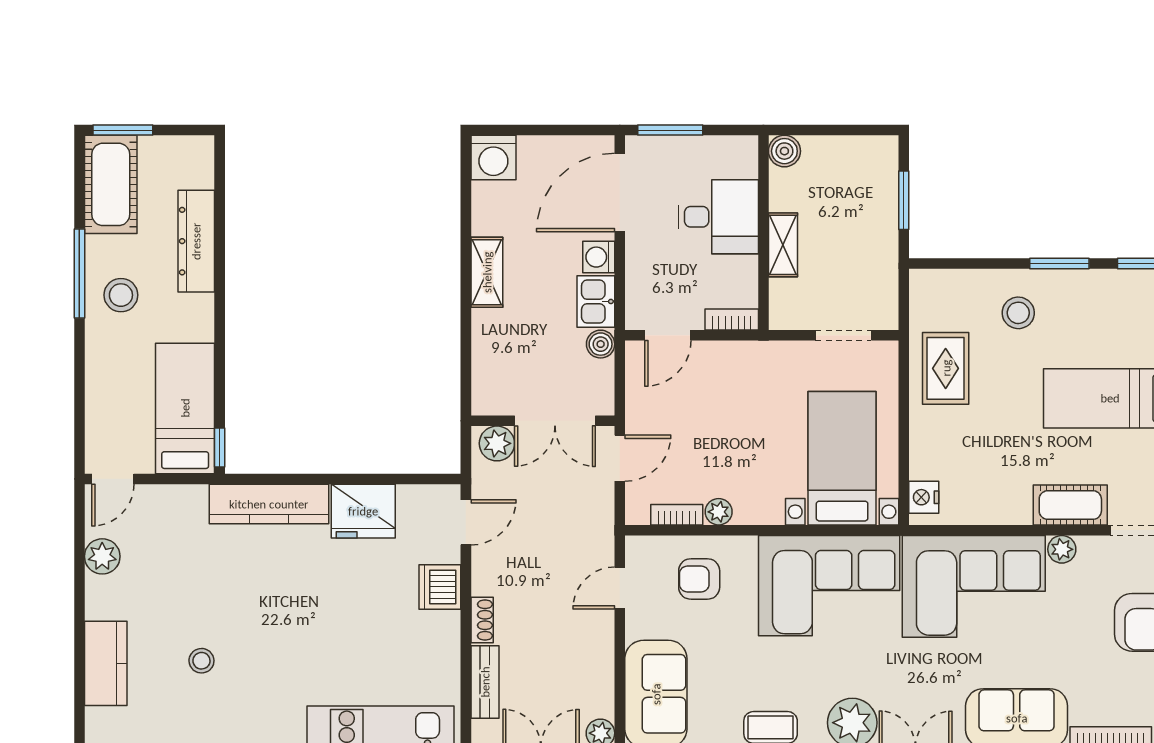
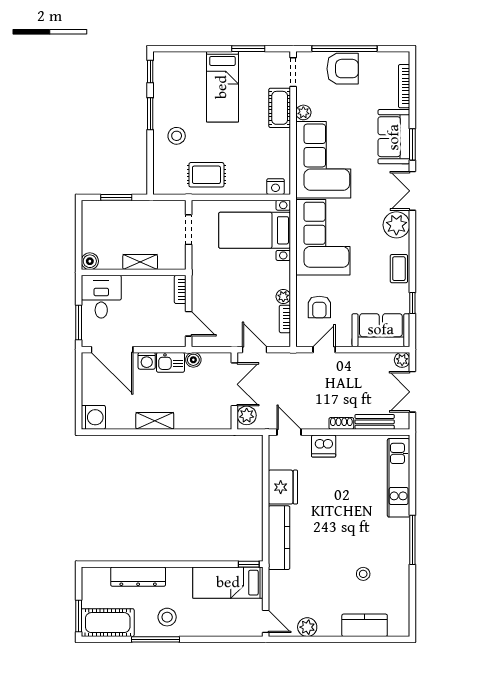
desk: (718, 217) -> (101, 297), moved
door: (620, 588) -> (324, 350), swing flipped

